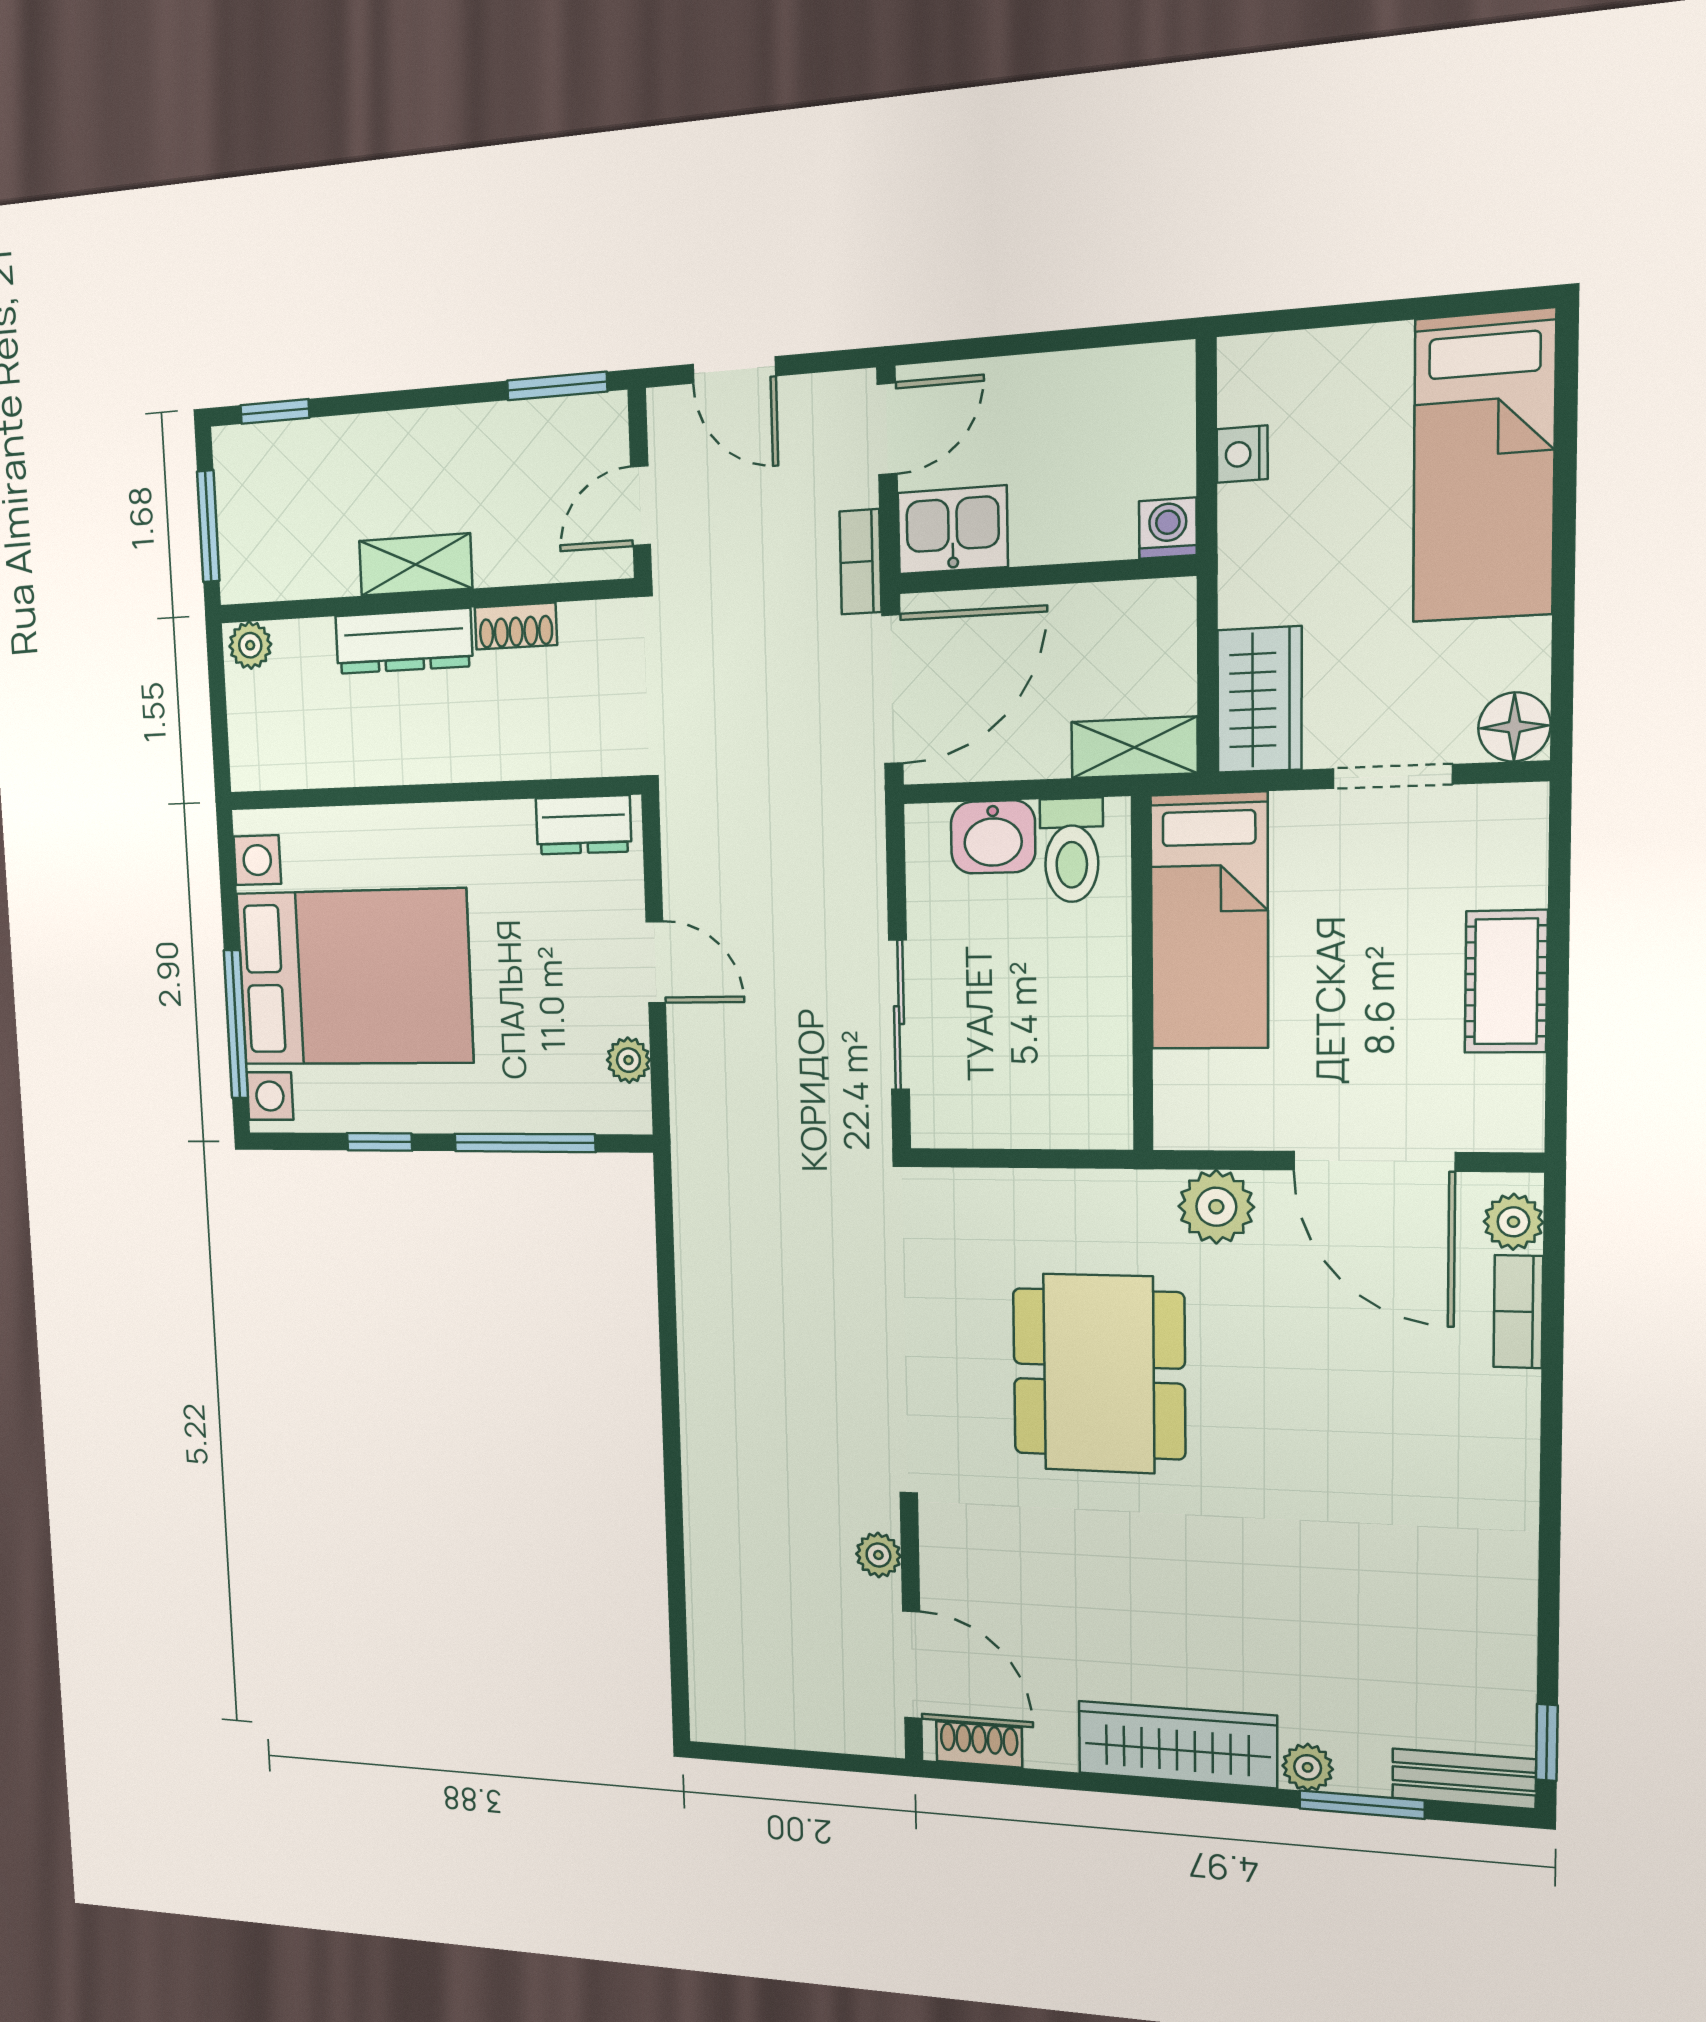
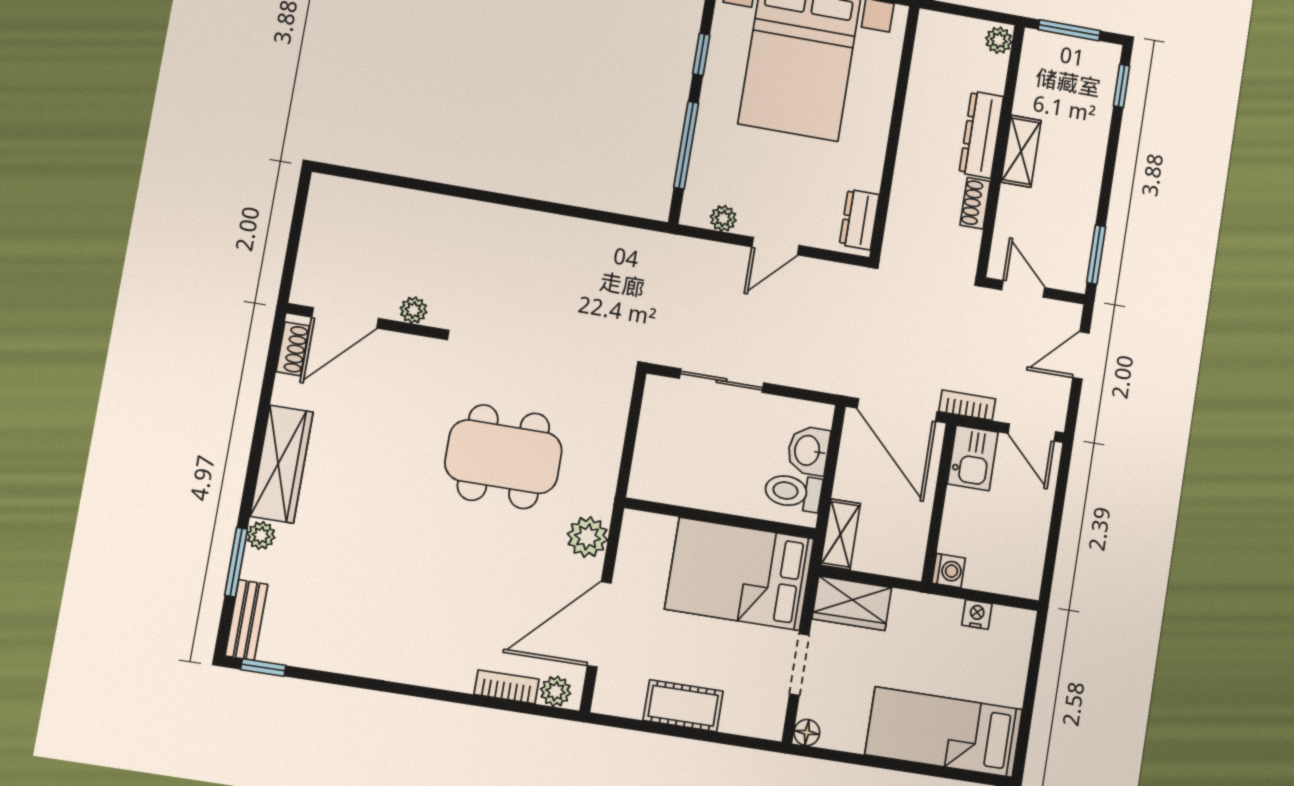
floor lamp: (1514, 727) -> (807, 732), width x0.73, depth x0.73
bed: (1209, 922) -> (739, 574), width x1.50

